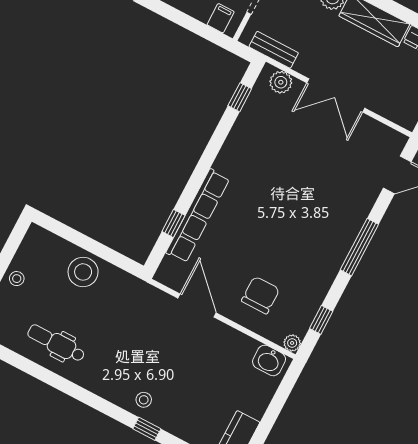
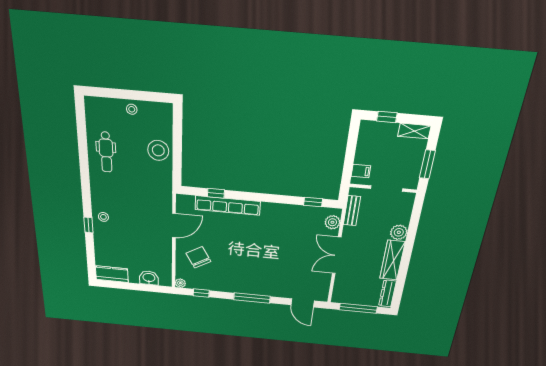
chair: (261, 295) -> (198, 257), turned -120
dental chair: (56, 343) -> (106, 152), turned 180
washbasin: (269, 360) -> (149, 278), moved, turned 90

